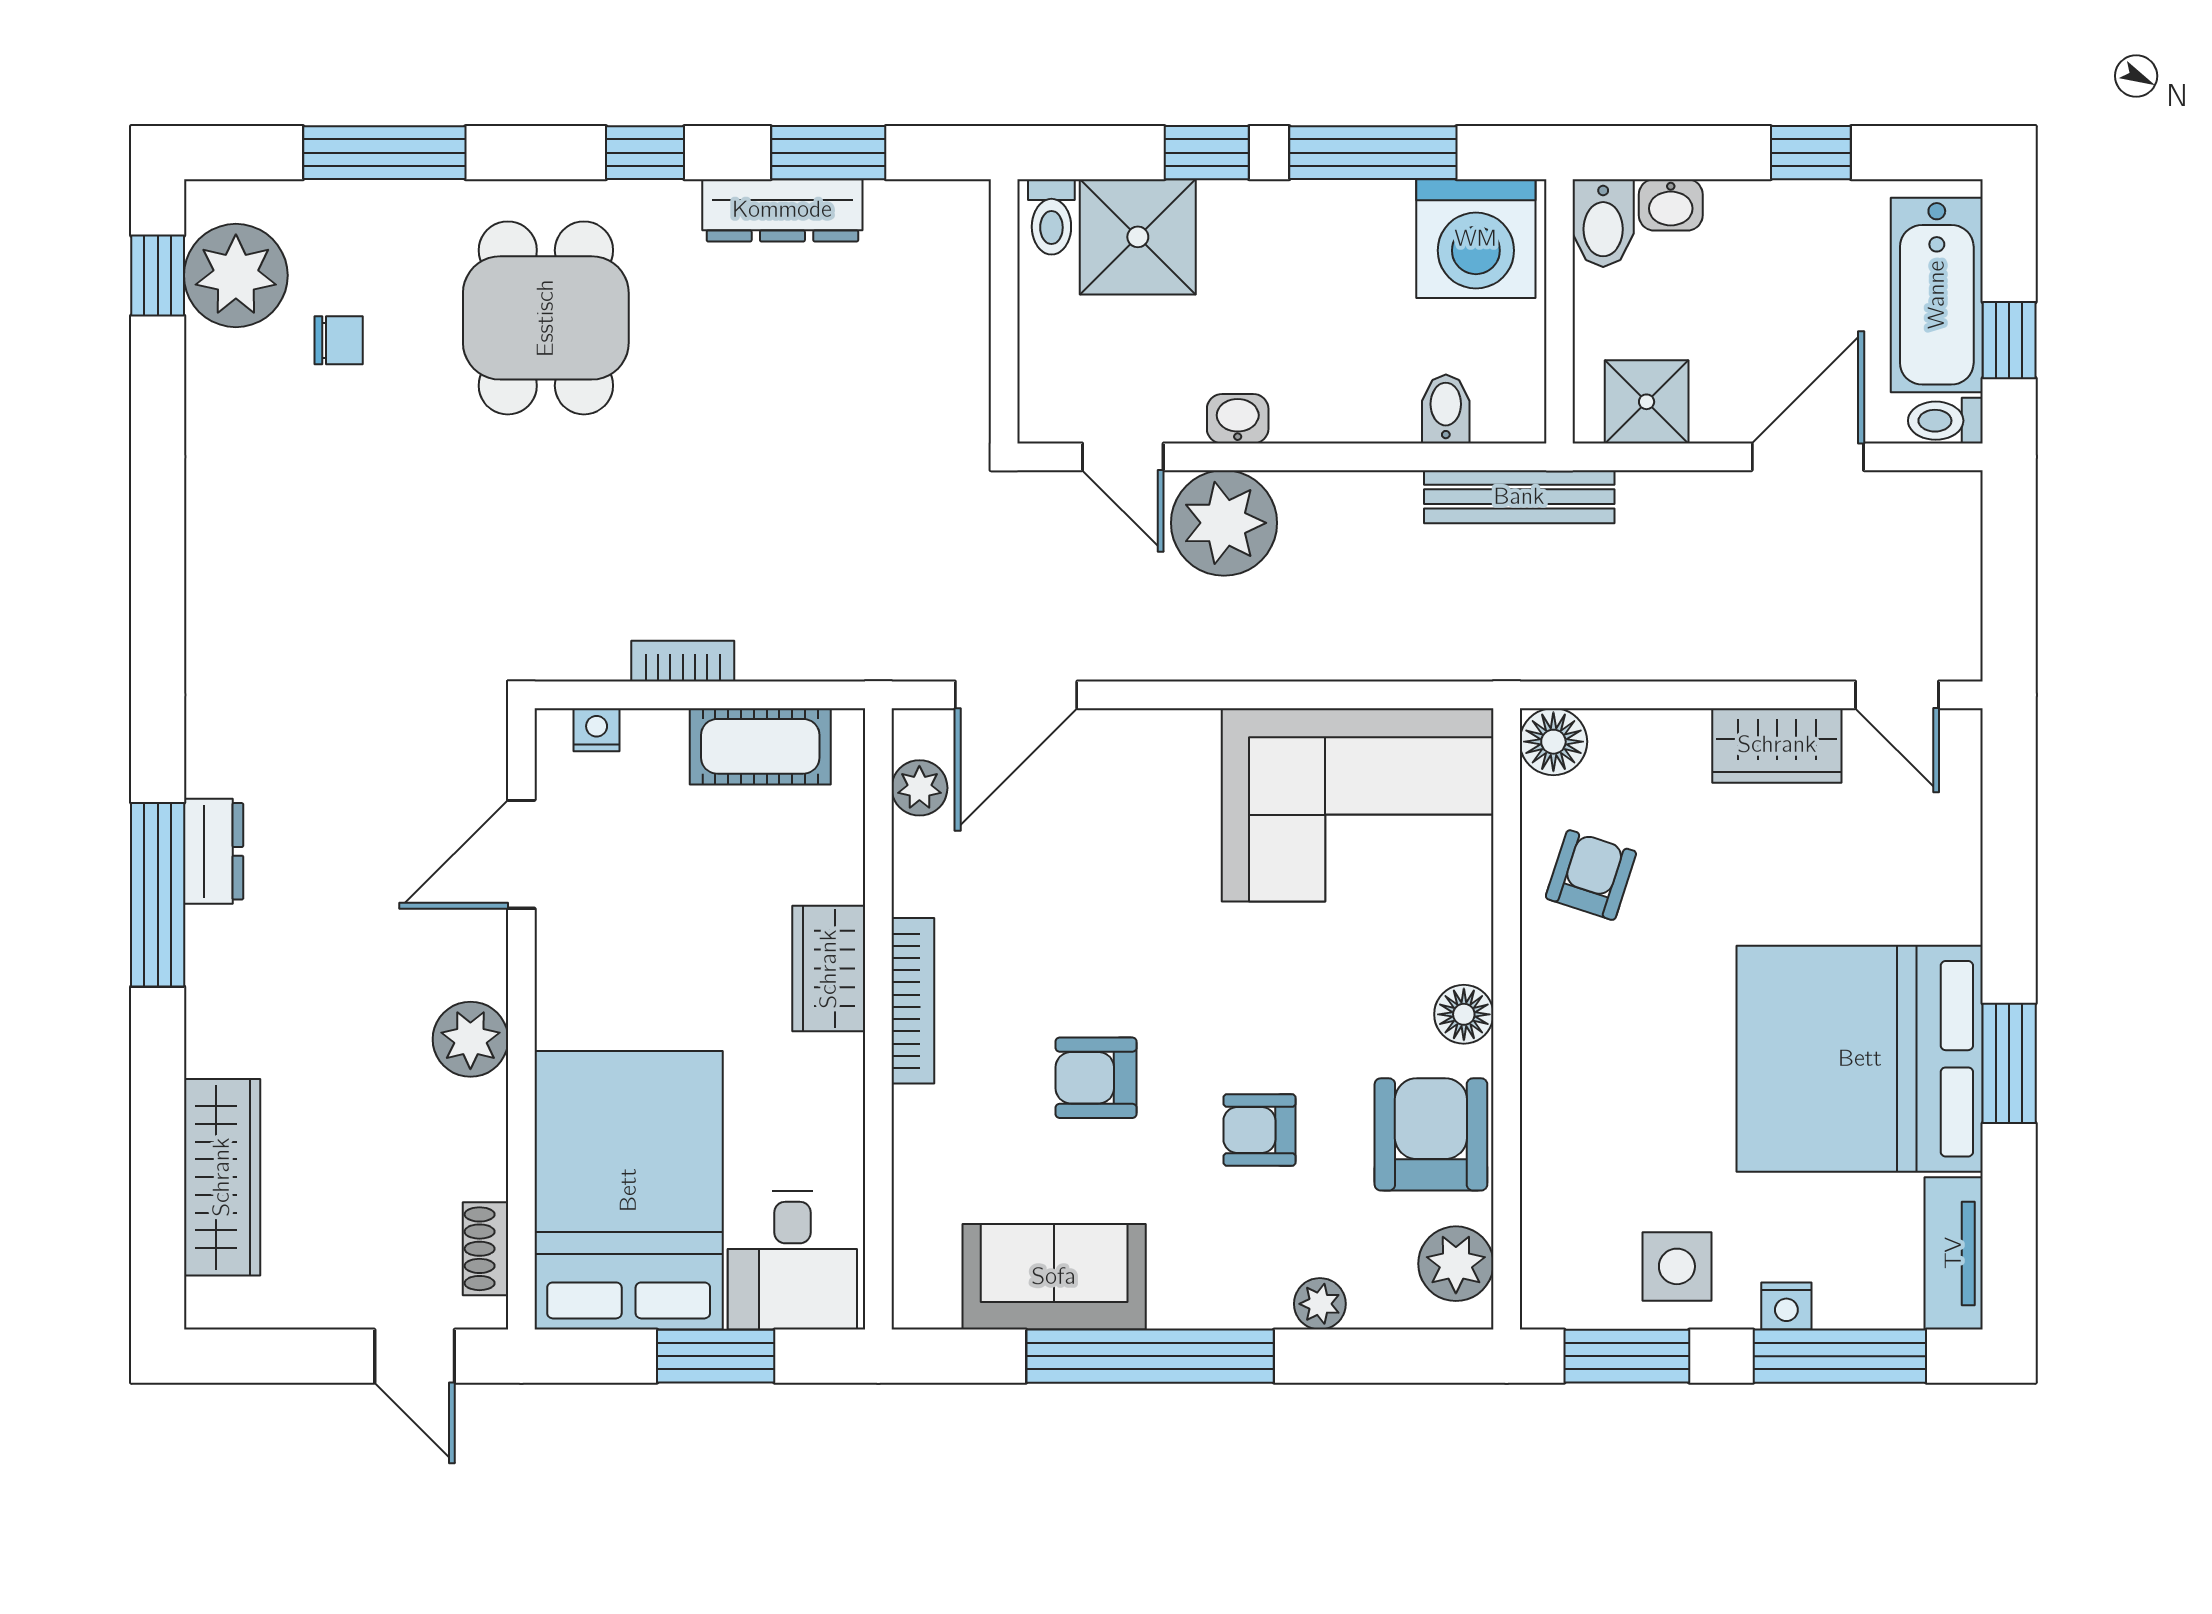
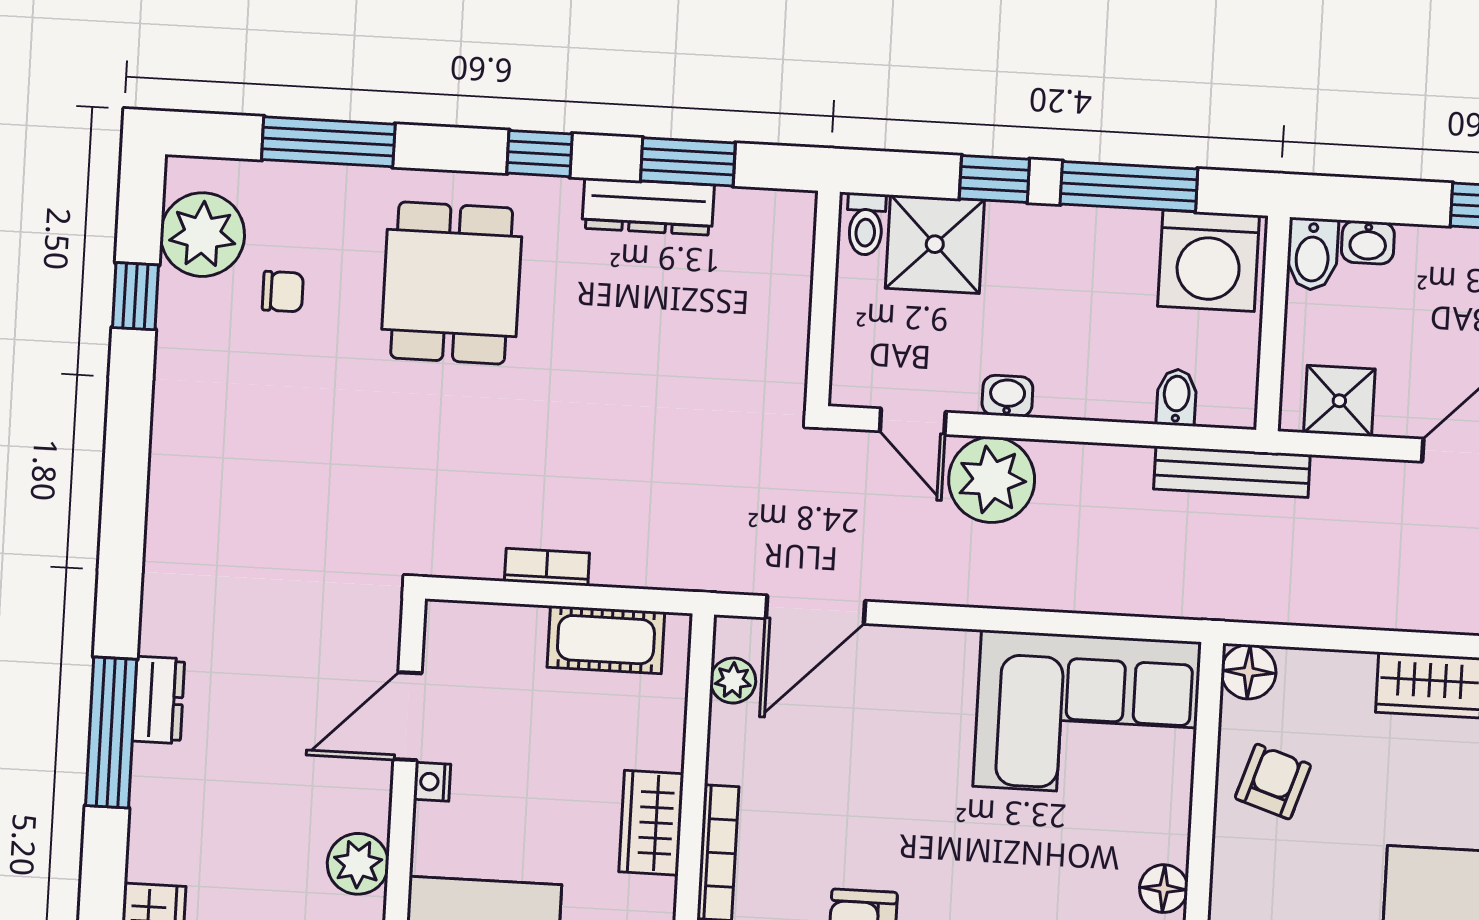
window: (158, 276) -> (135, 296), moved
nightstand: (597, 730) -> (432, 782), moved, turned -90

